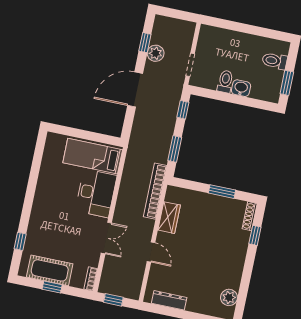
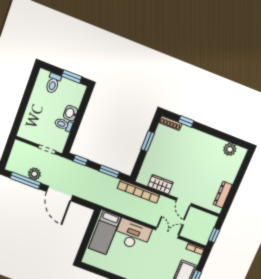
window: (145, 43) -> (25, 181), width x2.17
door: (151, 252) -> (184, 202), swing flipped

